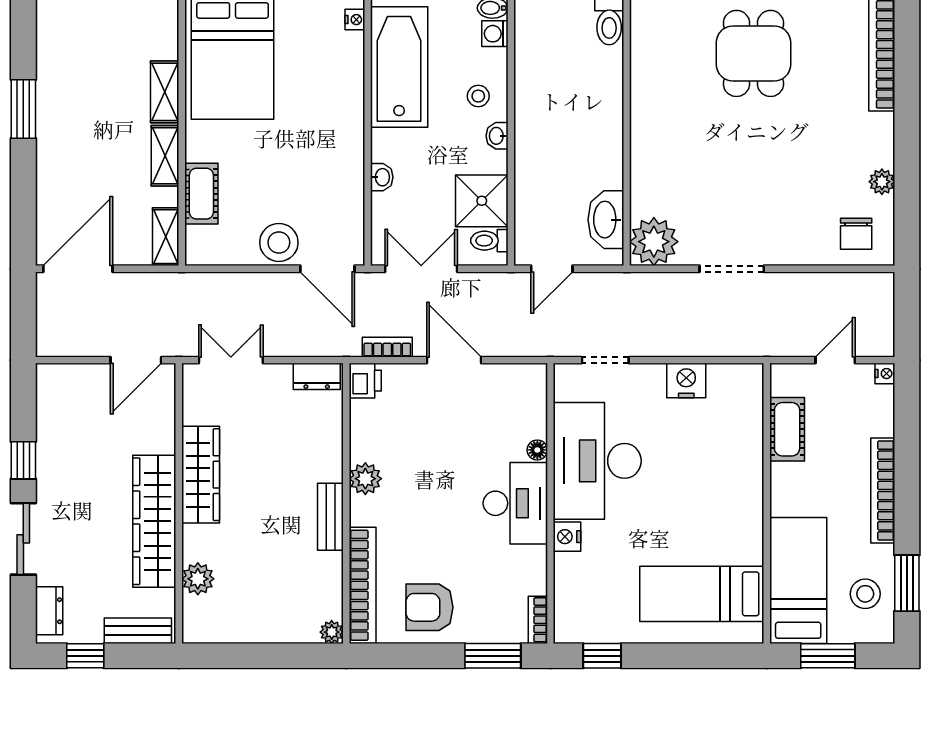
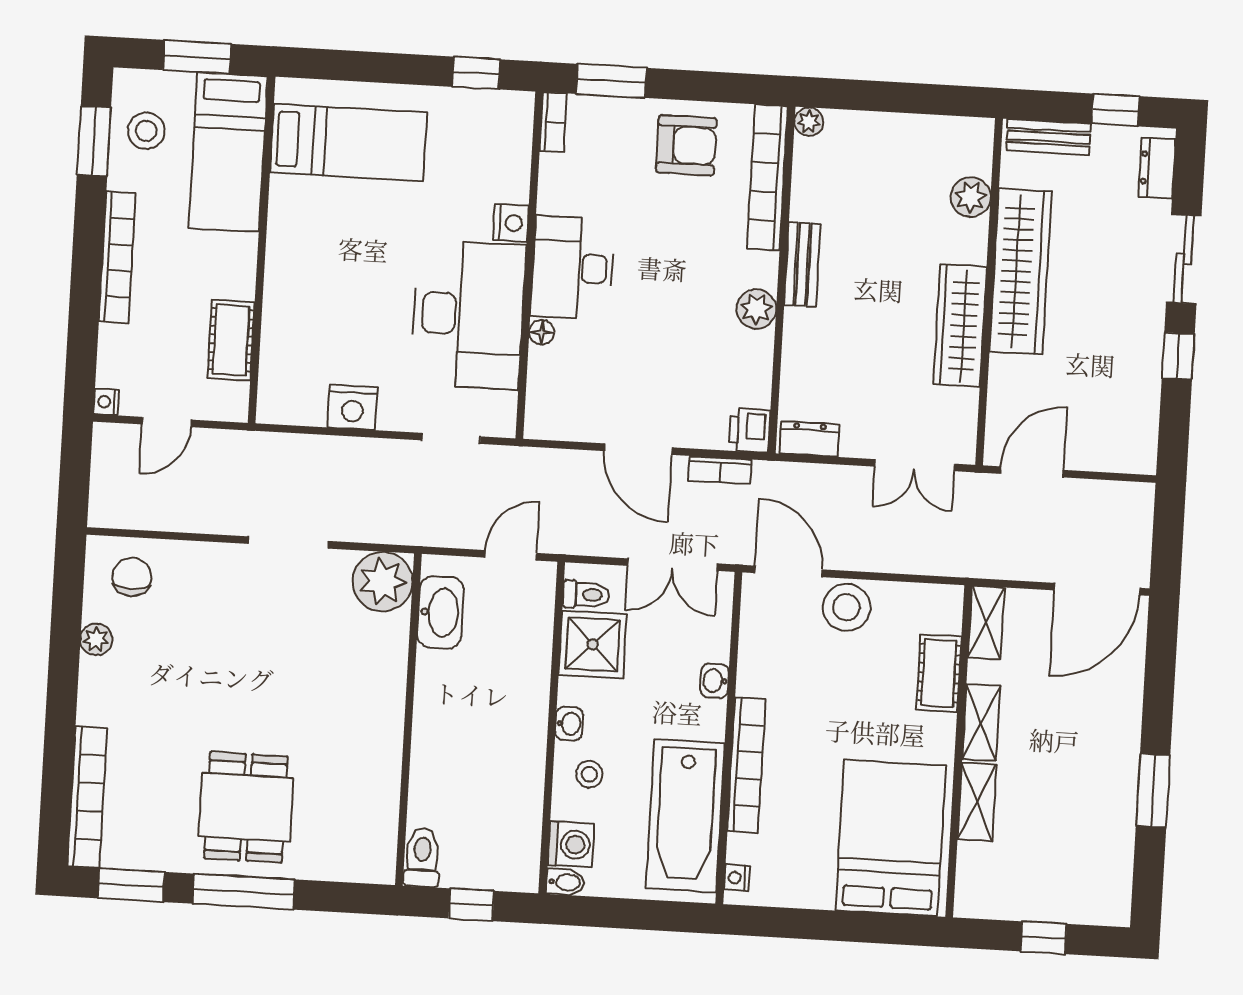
washing machine: (495, 34) -> (571, 844), width x1.38, depth x1.38
bookcase: (352, 111) -> (746, 765), added

